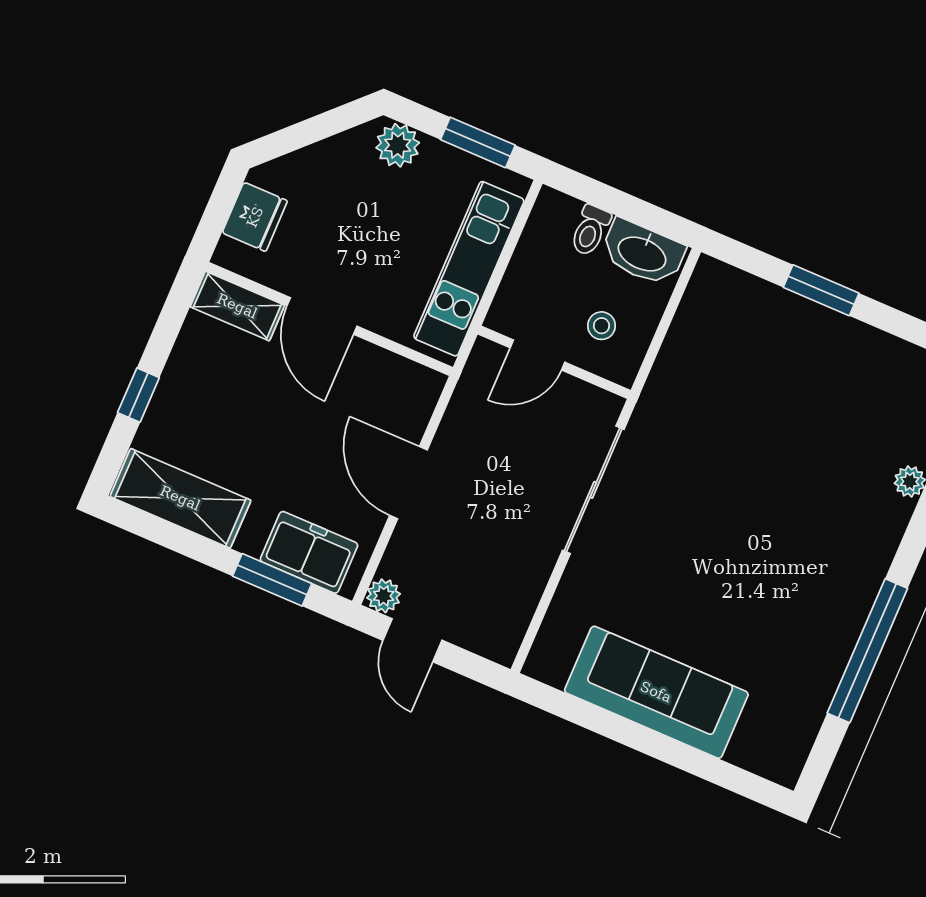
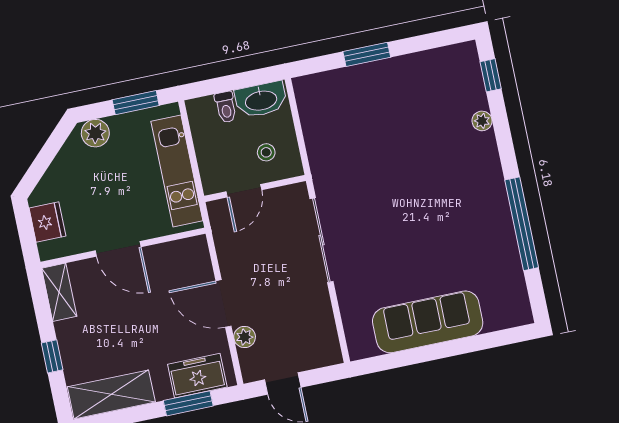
shelving: (237, 306) -> (59, 292), moved, turned 90
plant: (384, 596) -> (245, 337), moved

